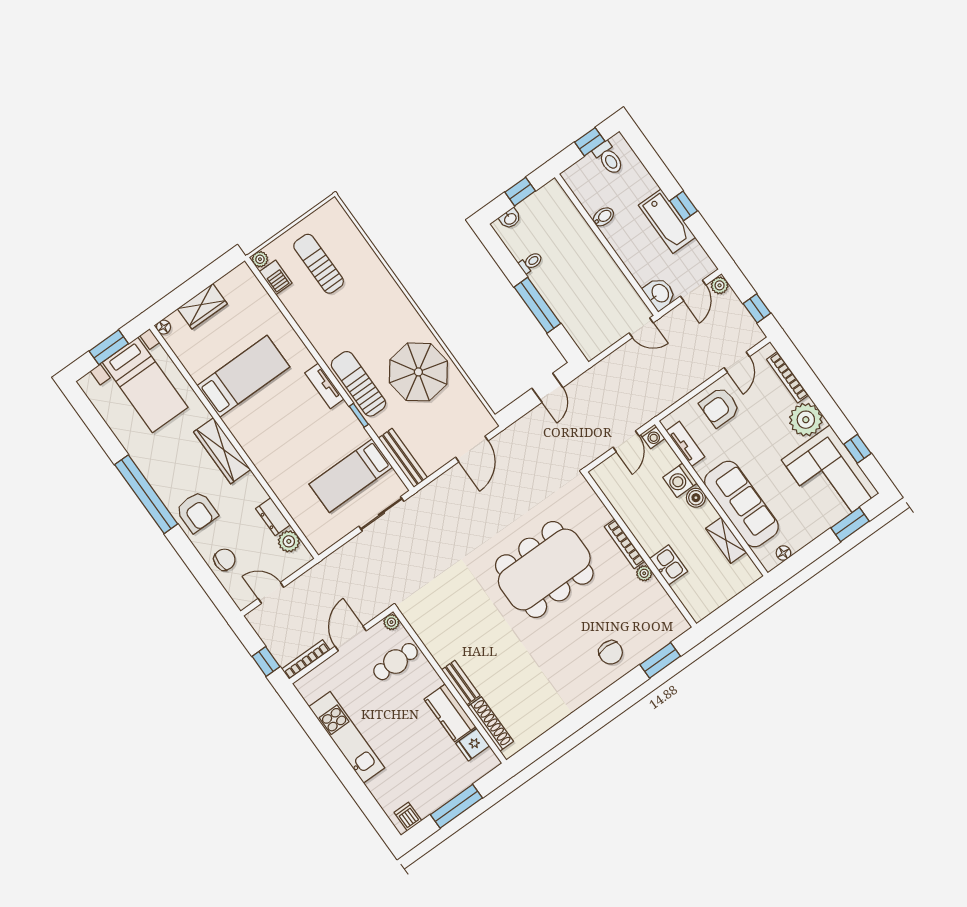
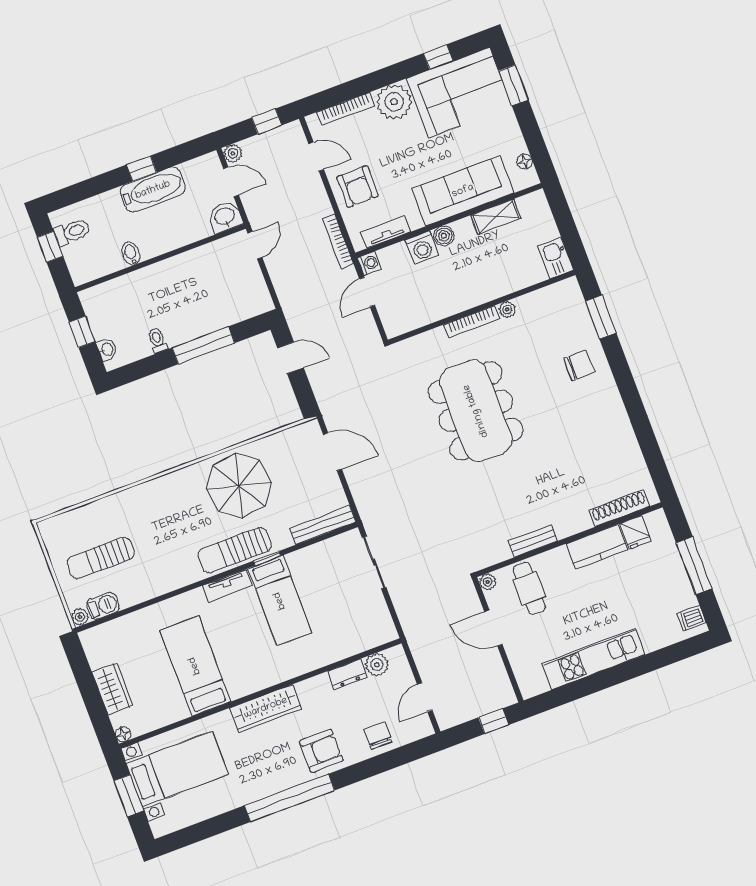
door: (626, 441) -> (367, 292), swing flipped
bed: (351, 476) -> (280, 601), moved
kitchen sink: (669, 565) -> (556, 258), moved, turned -90
bookcase: (306, 660) -> (338, 241), moved
bench: (461, 683) -> (533, 541), moved

